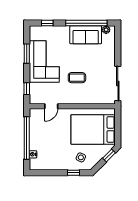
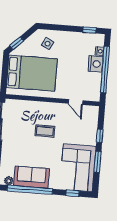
corner sofa: (44, 62) -> (78, 168), moved
window: (27, 89) -> (100, 136), moved
door: (51, 106) -> (75, 102), swing flipped
nightstand: (36, 143) -> (96, 64), added
window: (73, 173) -> (89, 30), moved

